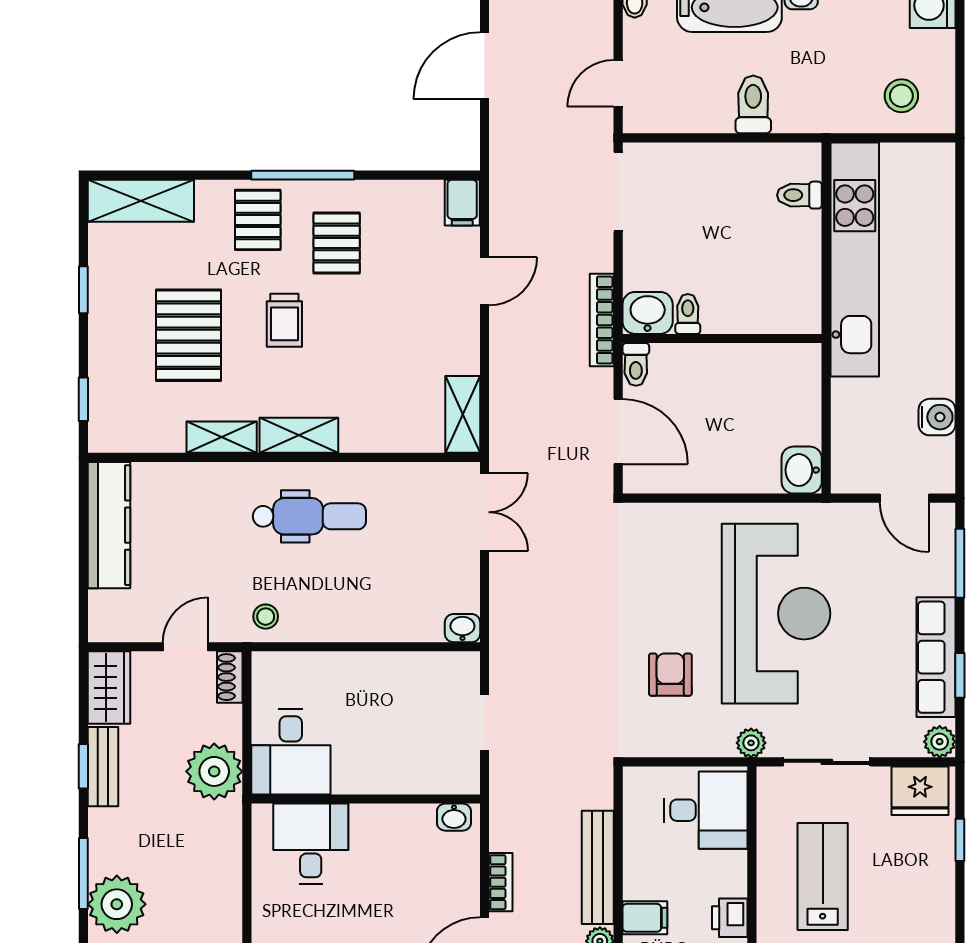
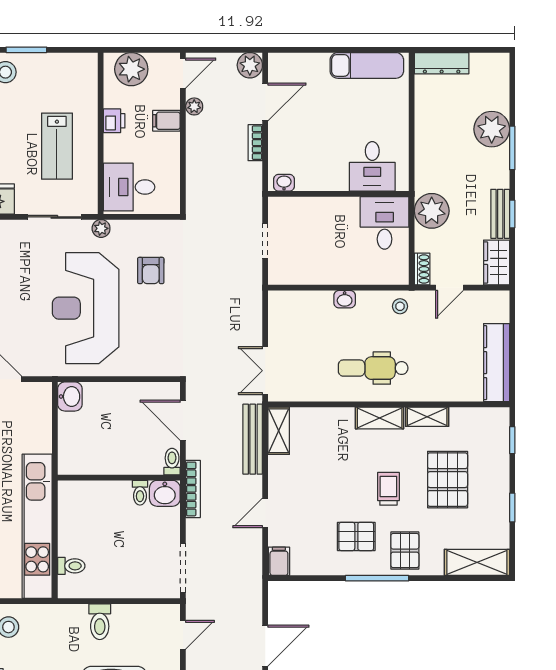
pallet: (337, 243) -> (356, 536), turned 90
washbasin: (462, 628) -> (345, 299), moved
bench: (598, 867) -> (253, 439), moved

